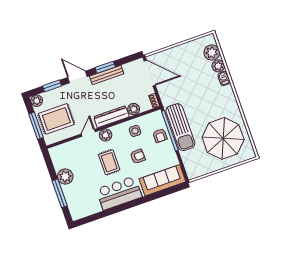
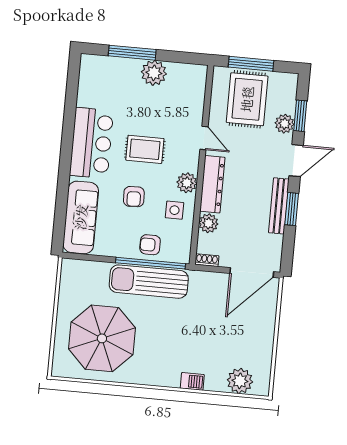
plant: (218, 66) -> (215, 381), removed
plant: (37, 101) -> (285, 124), moved
plant: (106, 135) -> (187, 183), moved

